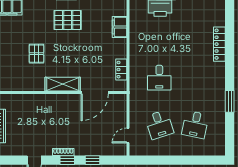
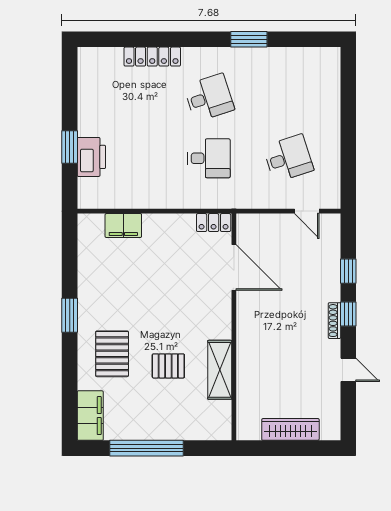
pallet: (68, 20) -> (112, 354), moved
locker: (121, 70) -> (214, 223), moved
shelving: (63, 84) -> (220, 370), moved
desk: (195, 125) -> (209, 98), moved, turned -30

